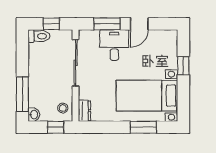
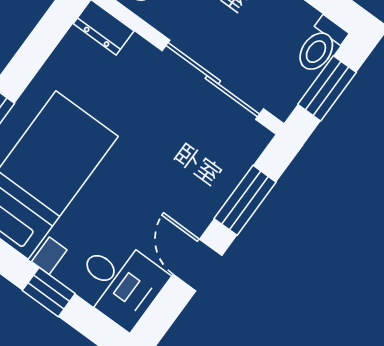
window: (51, 24) -> (327, 88), width x1.50
desk: (114, 45) -> (120, 282), moved

